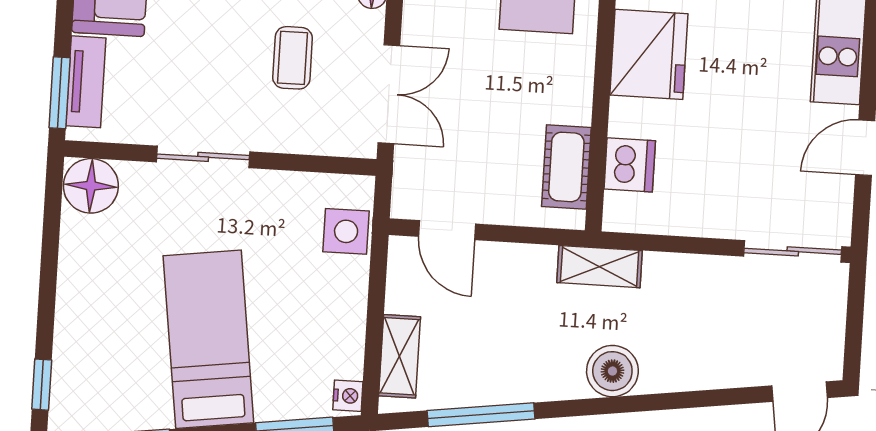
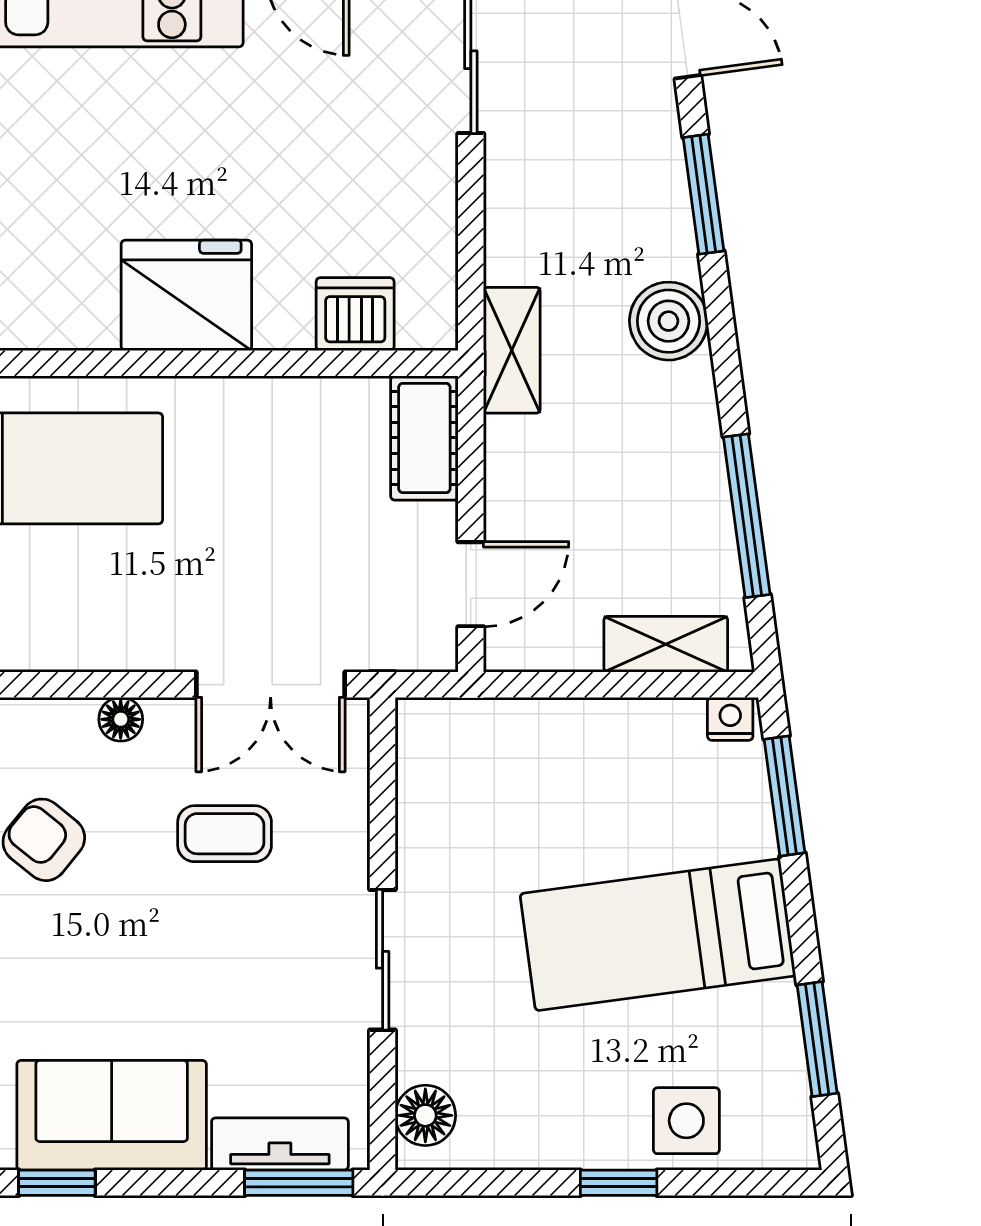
double door: (389, 94) -> (271, 685), swing flipped
cot: (566, 167) -> (424, 438), moved, turned 90
floor lamp: (91, 186) -> (425, 1115), width x0.73, depth x0.73
side table: (346, 231) -> (686, 1121), moved
window: (42, 385) -> (619, 1183), moved
window: (695, 399) -> (704, 194), added

